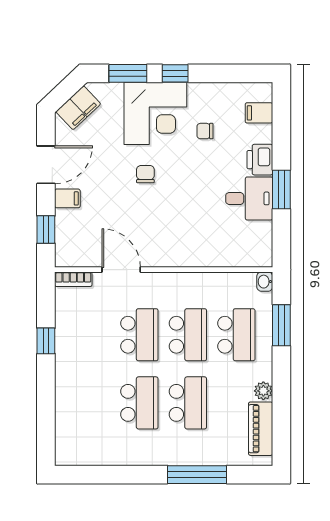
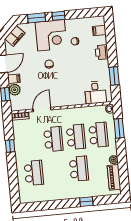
window: (281, 189) -> (114, 76), moved
desk: (249, 198) -> (95, 92), moved, turned 90
plant: (67, 222) -> (15, 90), added
door: (121, 270) -> (42, 110), hinge flipped
school desk: (139, 403) -> (34, 173), moved
window: (197, 475) -> (86, 202), width x0.46

